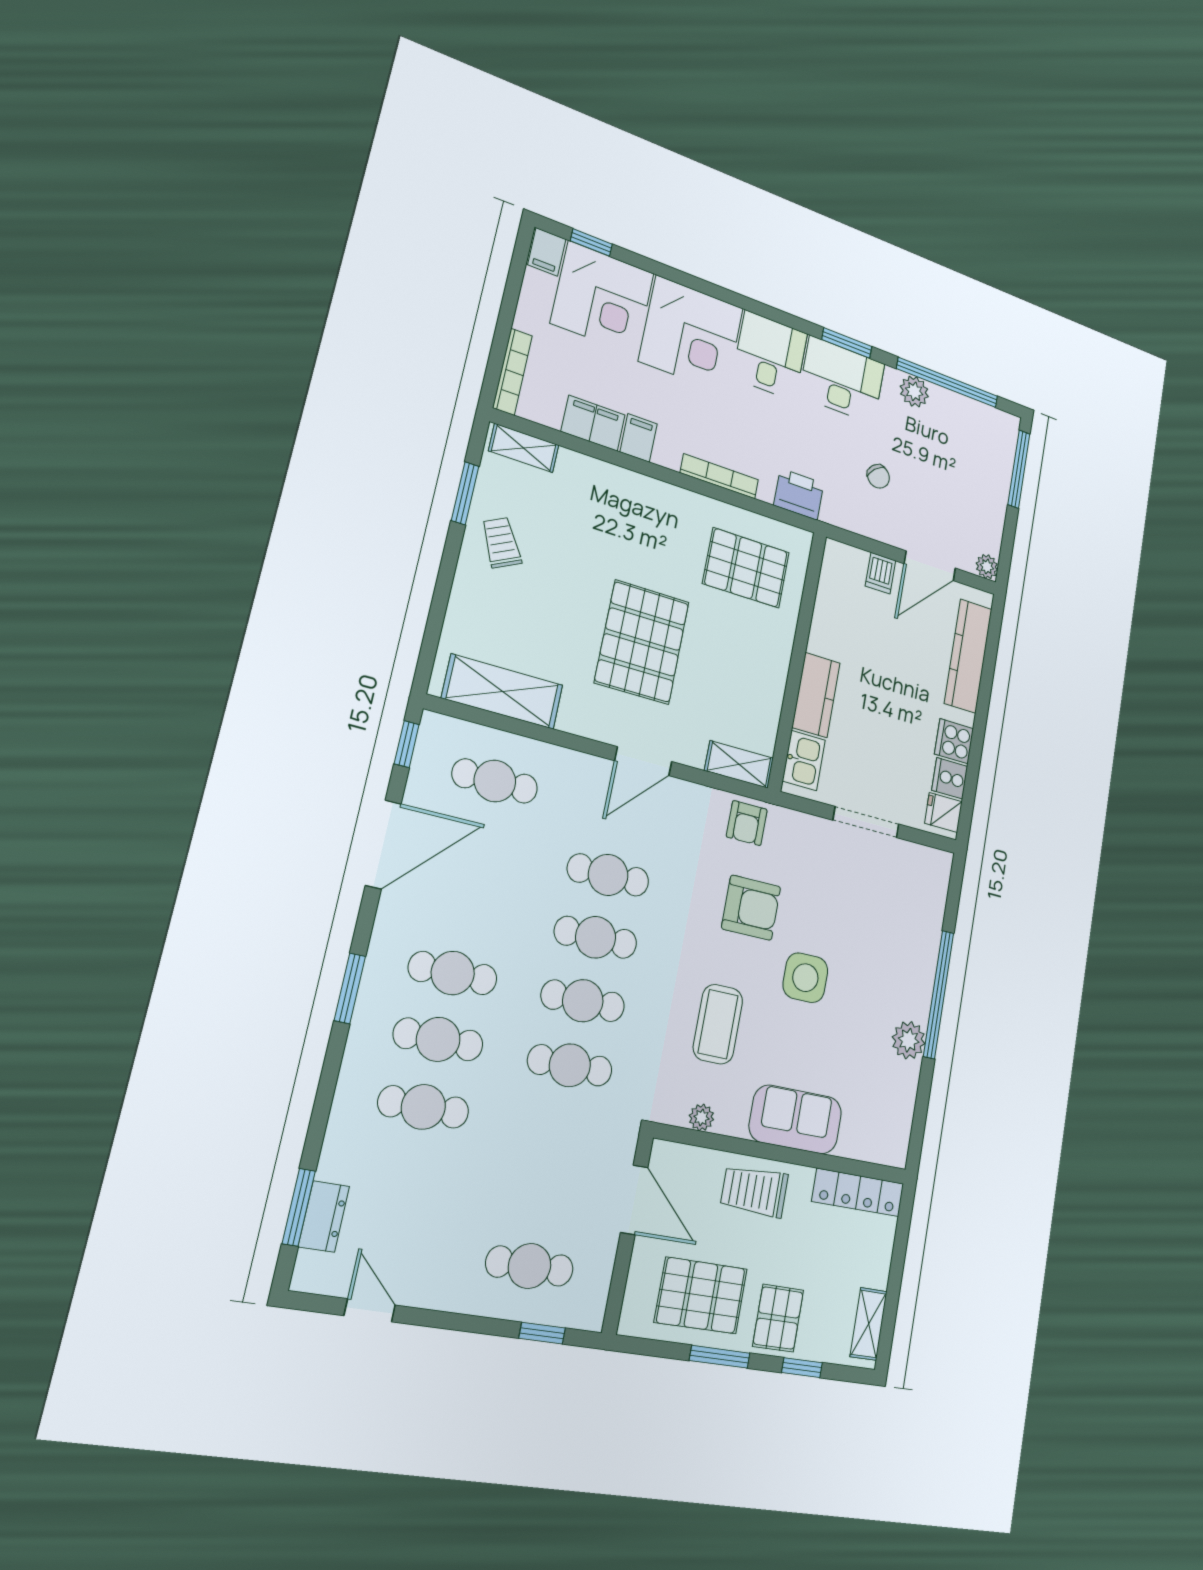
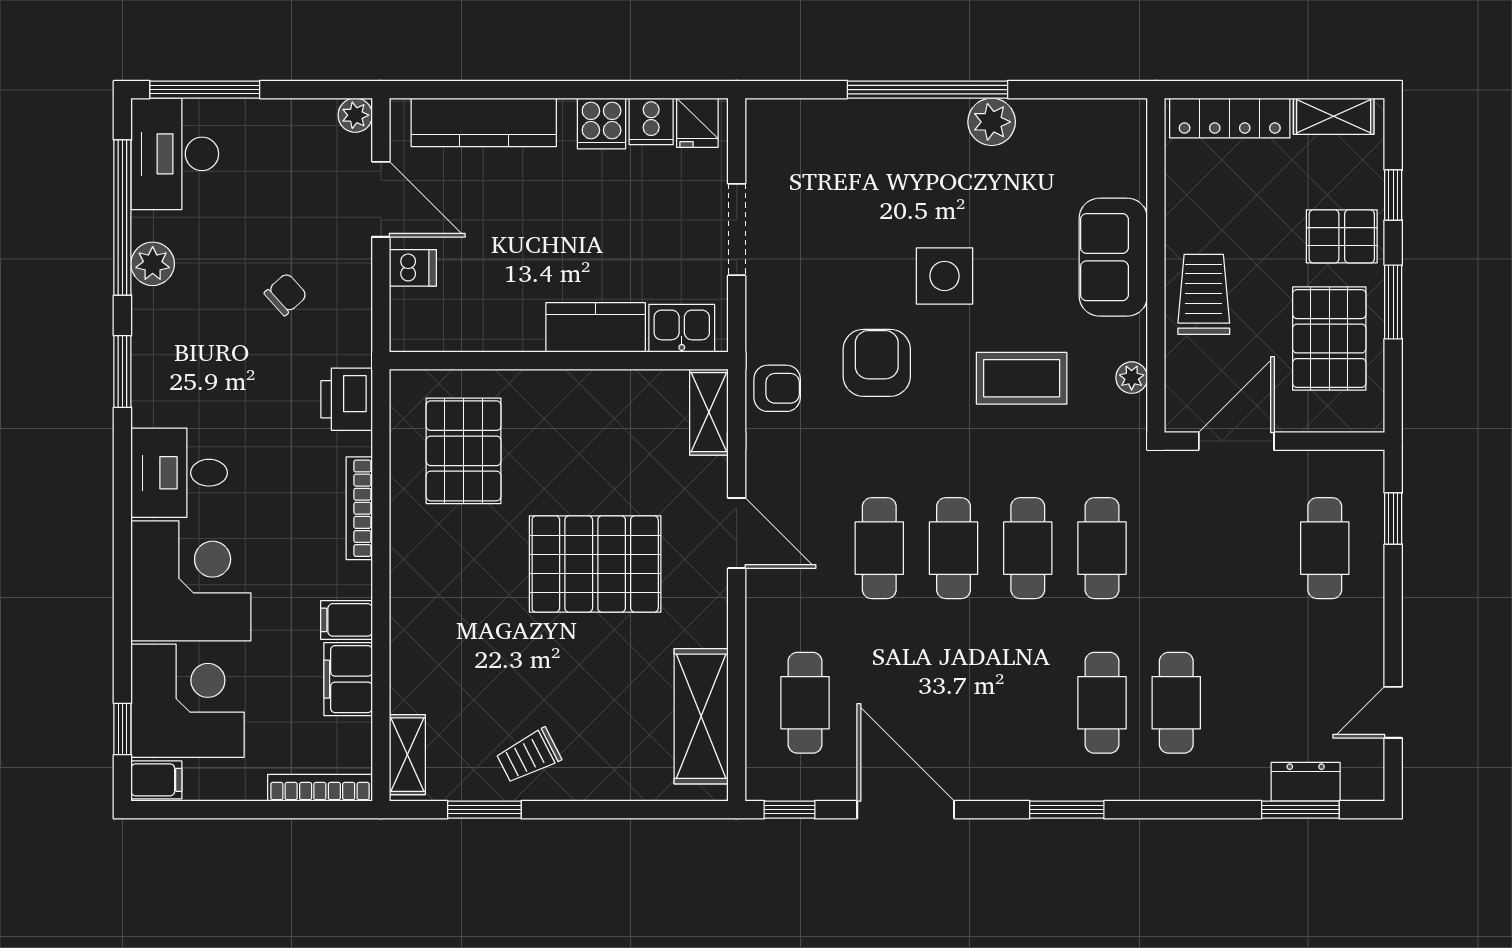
desk: (842, 380) -> (175, 154), moved
cafe table: (453, 973) -> (1028, 703), removed
trolley: (754, 1191) -> (1204, 294), turned 180
locker: (858, 1192) -> (1230, 118), moved, turned 90

